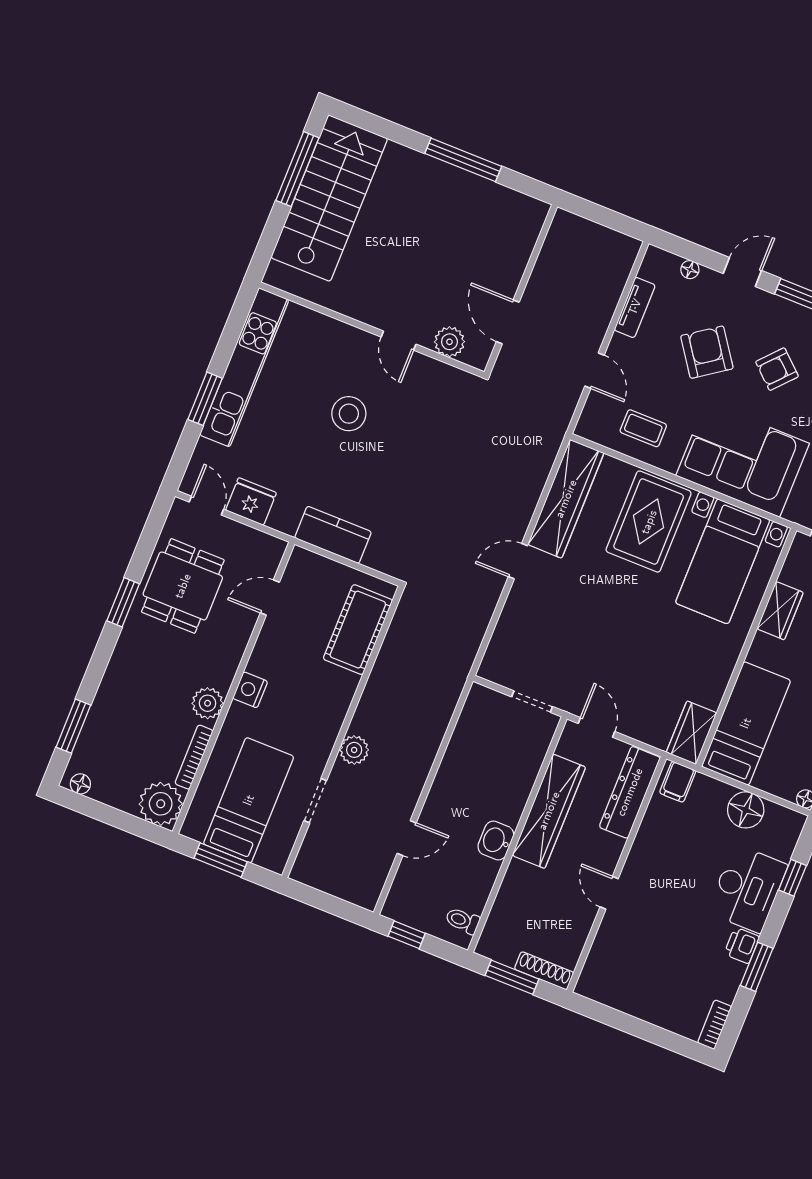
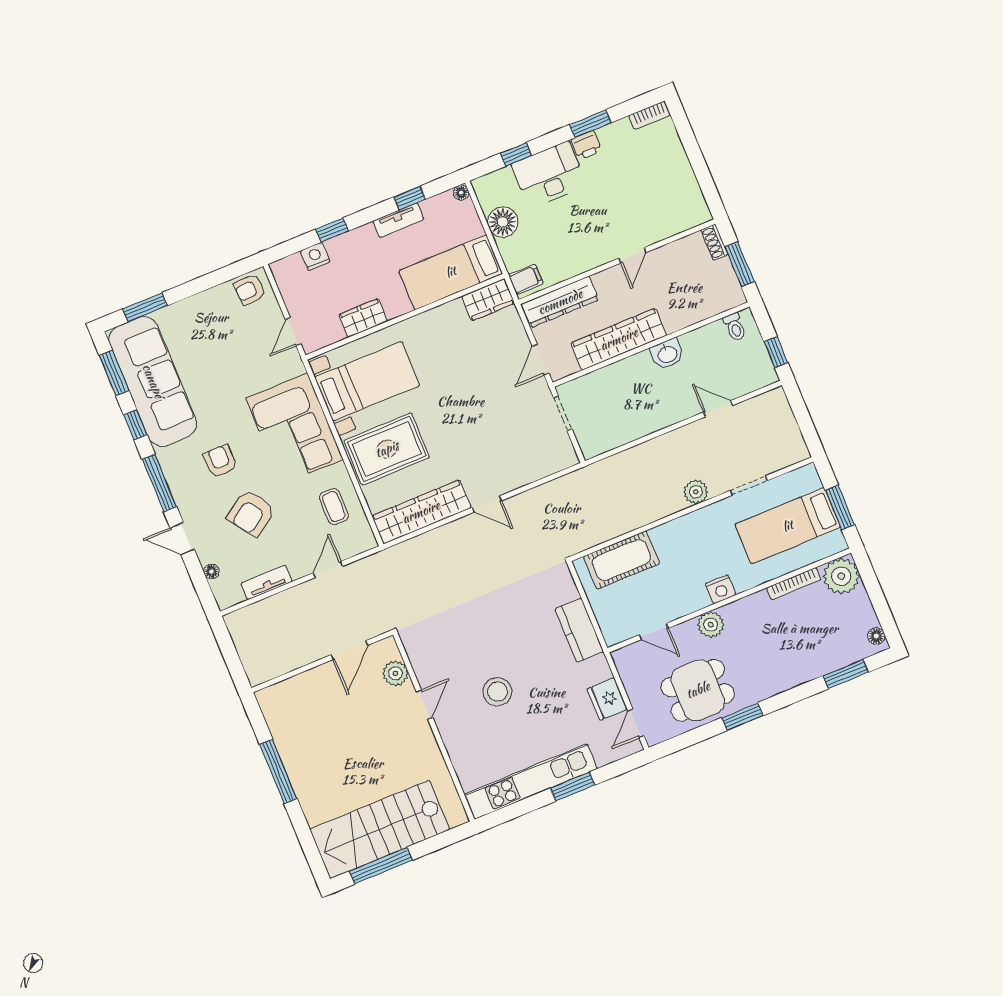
armchair: (777, 369) -> (220, 461), turned -132
plant: (208, 703) -> (711, 625), moved
shoe rack: (544, 971) -> (714, 242), width x0.70

